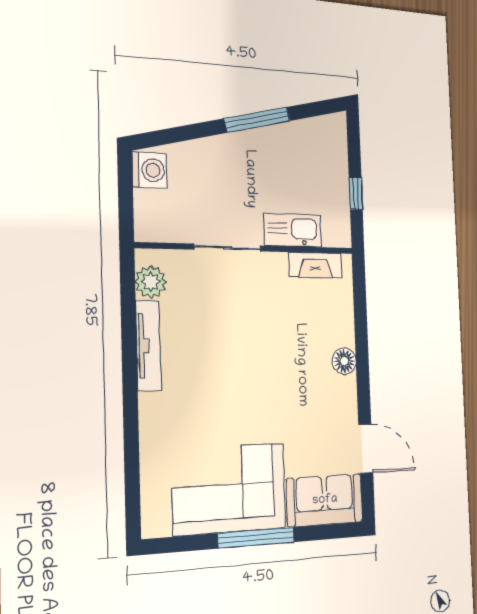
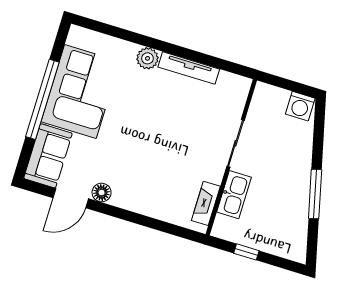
plant: (151, 282) -> (147, 58), moved
floor lamp: (344, 361) -> (102, 193), moved
window: (256, 538) -> (42, 99), width x1.46

